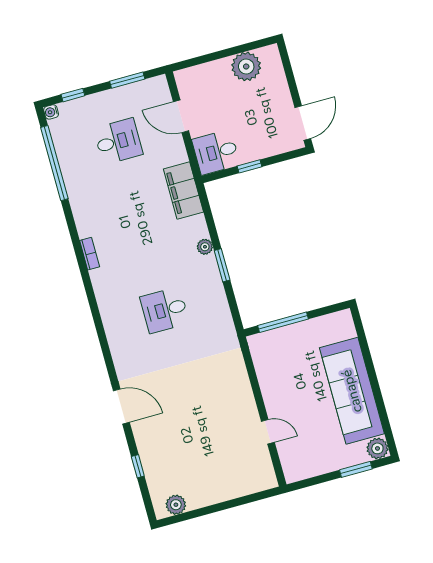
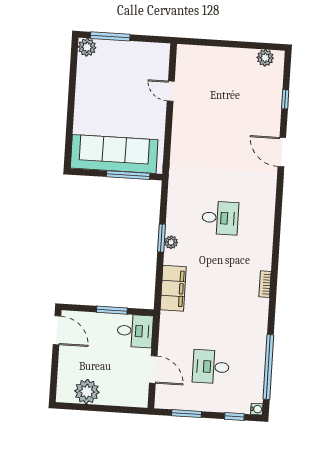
door: (303, 123) -> (57, 330), swing flipped
window: (250, 166) -> (112, 310), width x1.50
filing cabinet: (183, 191) -> (173, 288), moved
plant: (205, 247) -> (171, 242), moved
sofa: (352, 391) -> (114, 154), moved, turned -90
window: (356, 469) -> (110, 36), width x1.44

